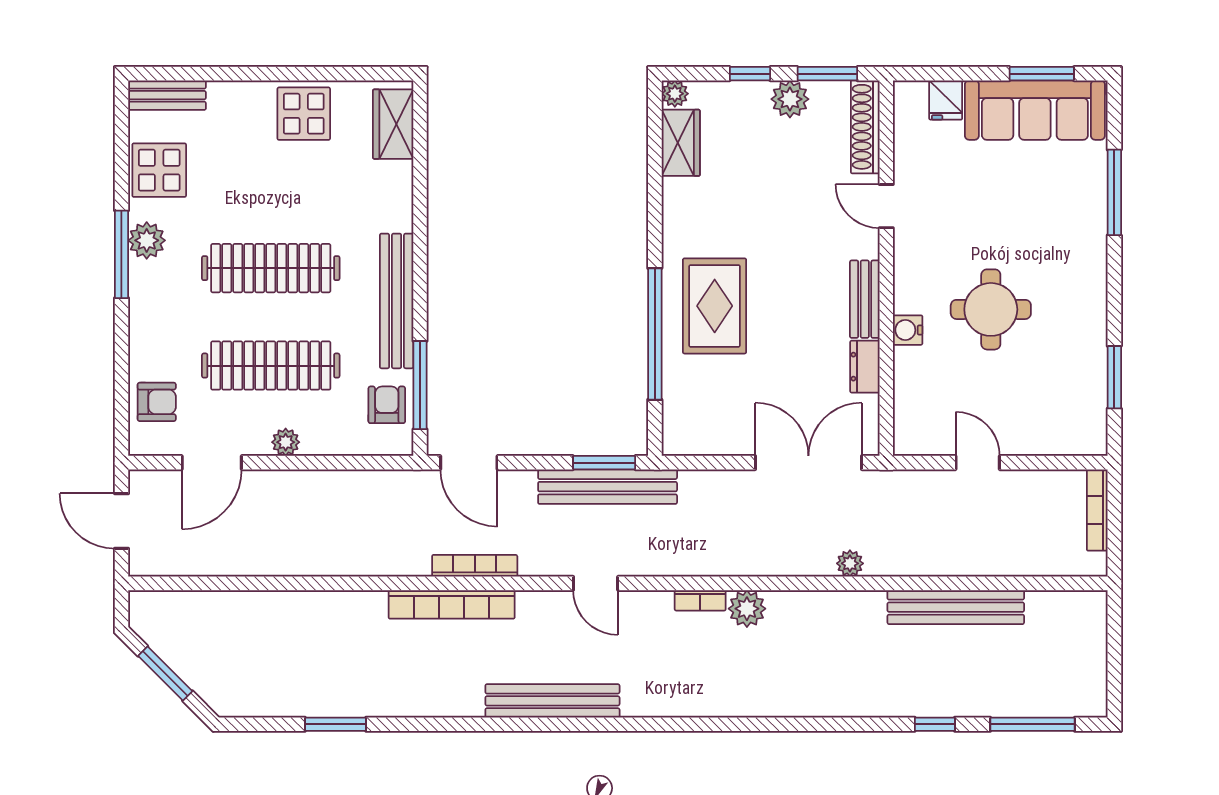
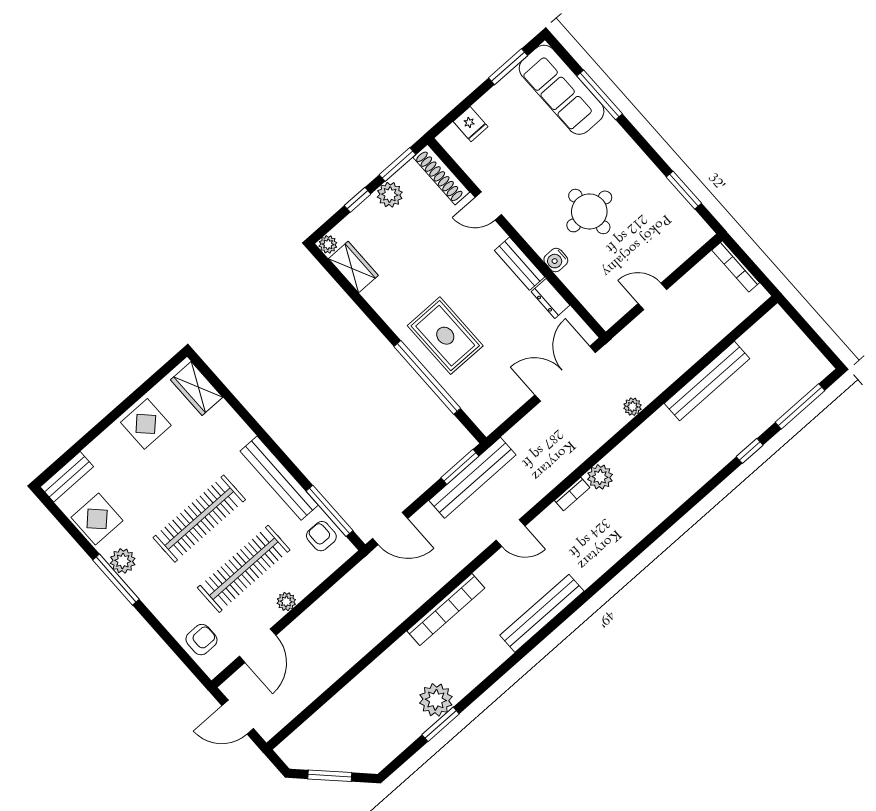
sofa: (1035, 110) -> (562, 90), moved, turned 90
bookcase: (475, 566) -> (440, 579), removed
plant: (354, 693) -> (436, 700), added

